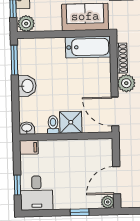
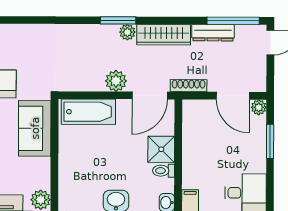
bathtub: (88, 47) -> (88, 112), moved, turned 90
shoe rack: (122, 58) -> (189, 86), moved
window: (80, 212) -> (270, 141), width x1.50

